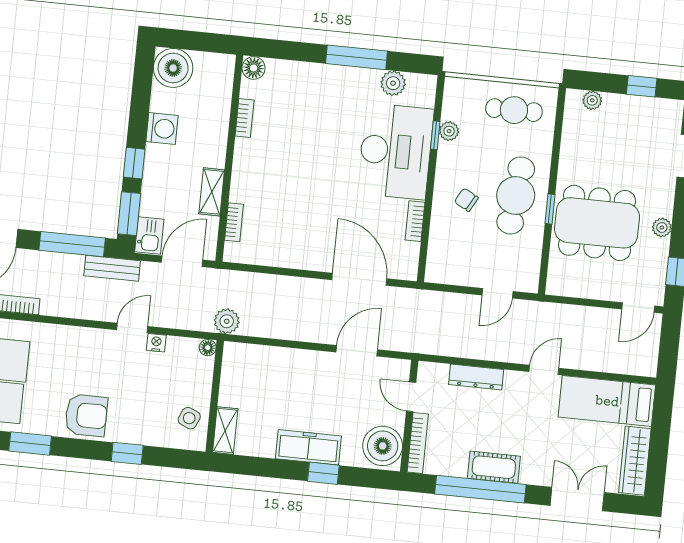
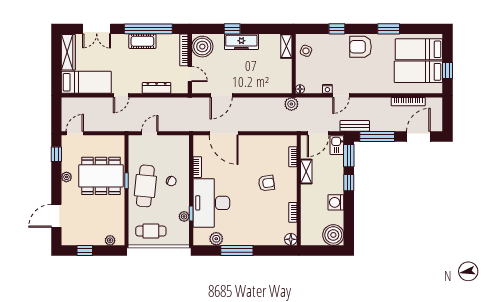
armchair: (289, 178) -> (266, 183), added

